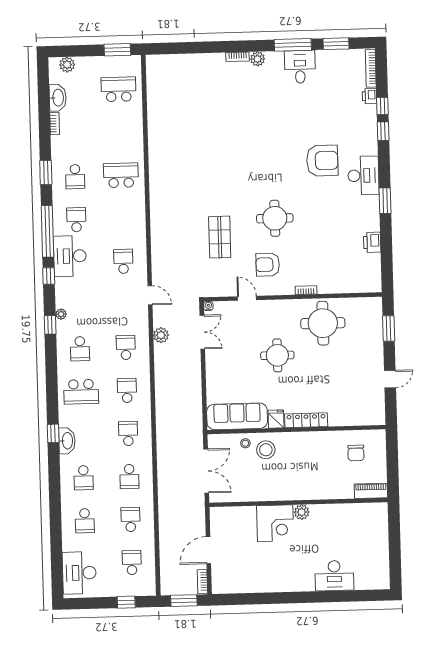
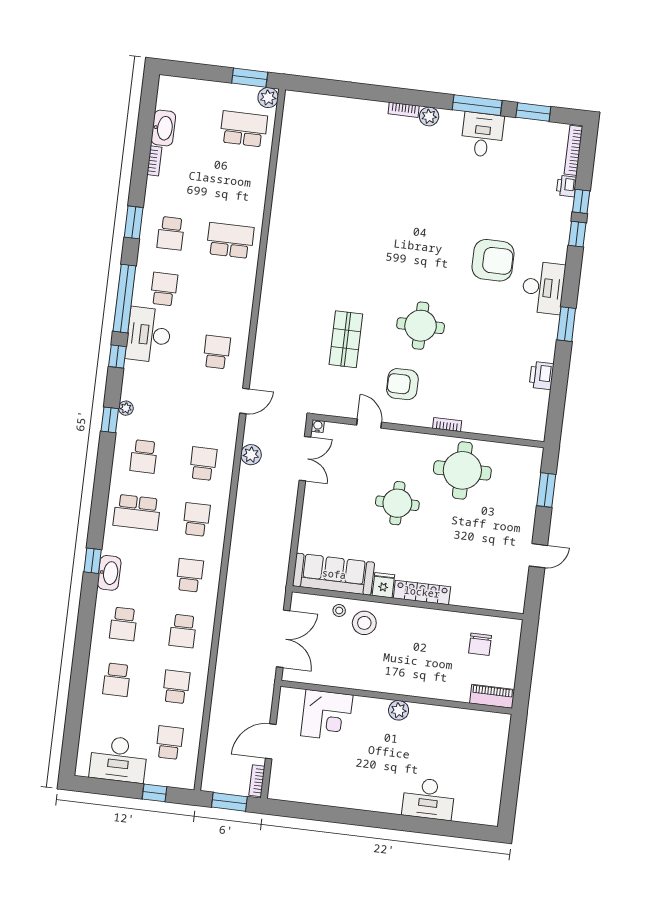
plant: (67, 65) -> (268, 98), moved
door: (150, 295) -> (244, 401), hinge flipped
corner desk: (275, 523) -> (327, 715), moved
desk: (79, 573) -> (118, 759), moved, turned -90

